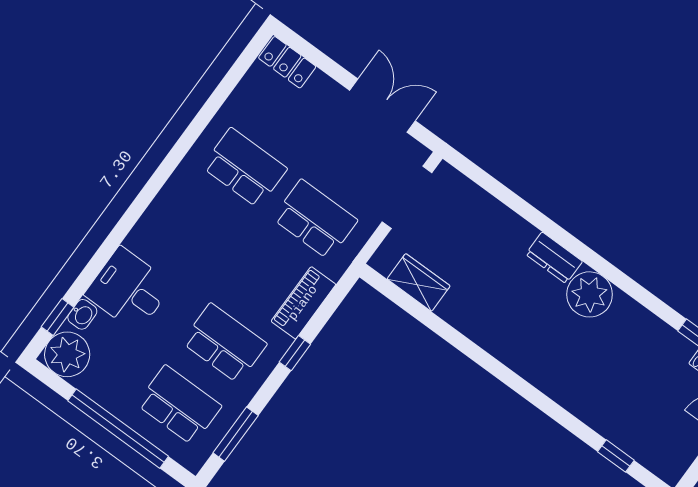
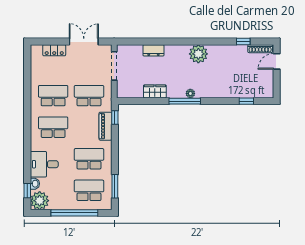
locker: (287, 62) -> (54, 50), moved
school desk: (199, 230) -> (53, 127), added
dresser: (554, 258) -> (153, 50), moved
wardrobe: (419, 282) -> (155, 91), moved
window: (295, 353) -> (115, 118), moved
plant: (517, 361) -> (190, 93), added
window: (495, 368) -> (185, 101), added

